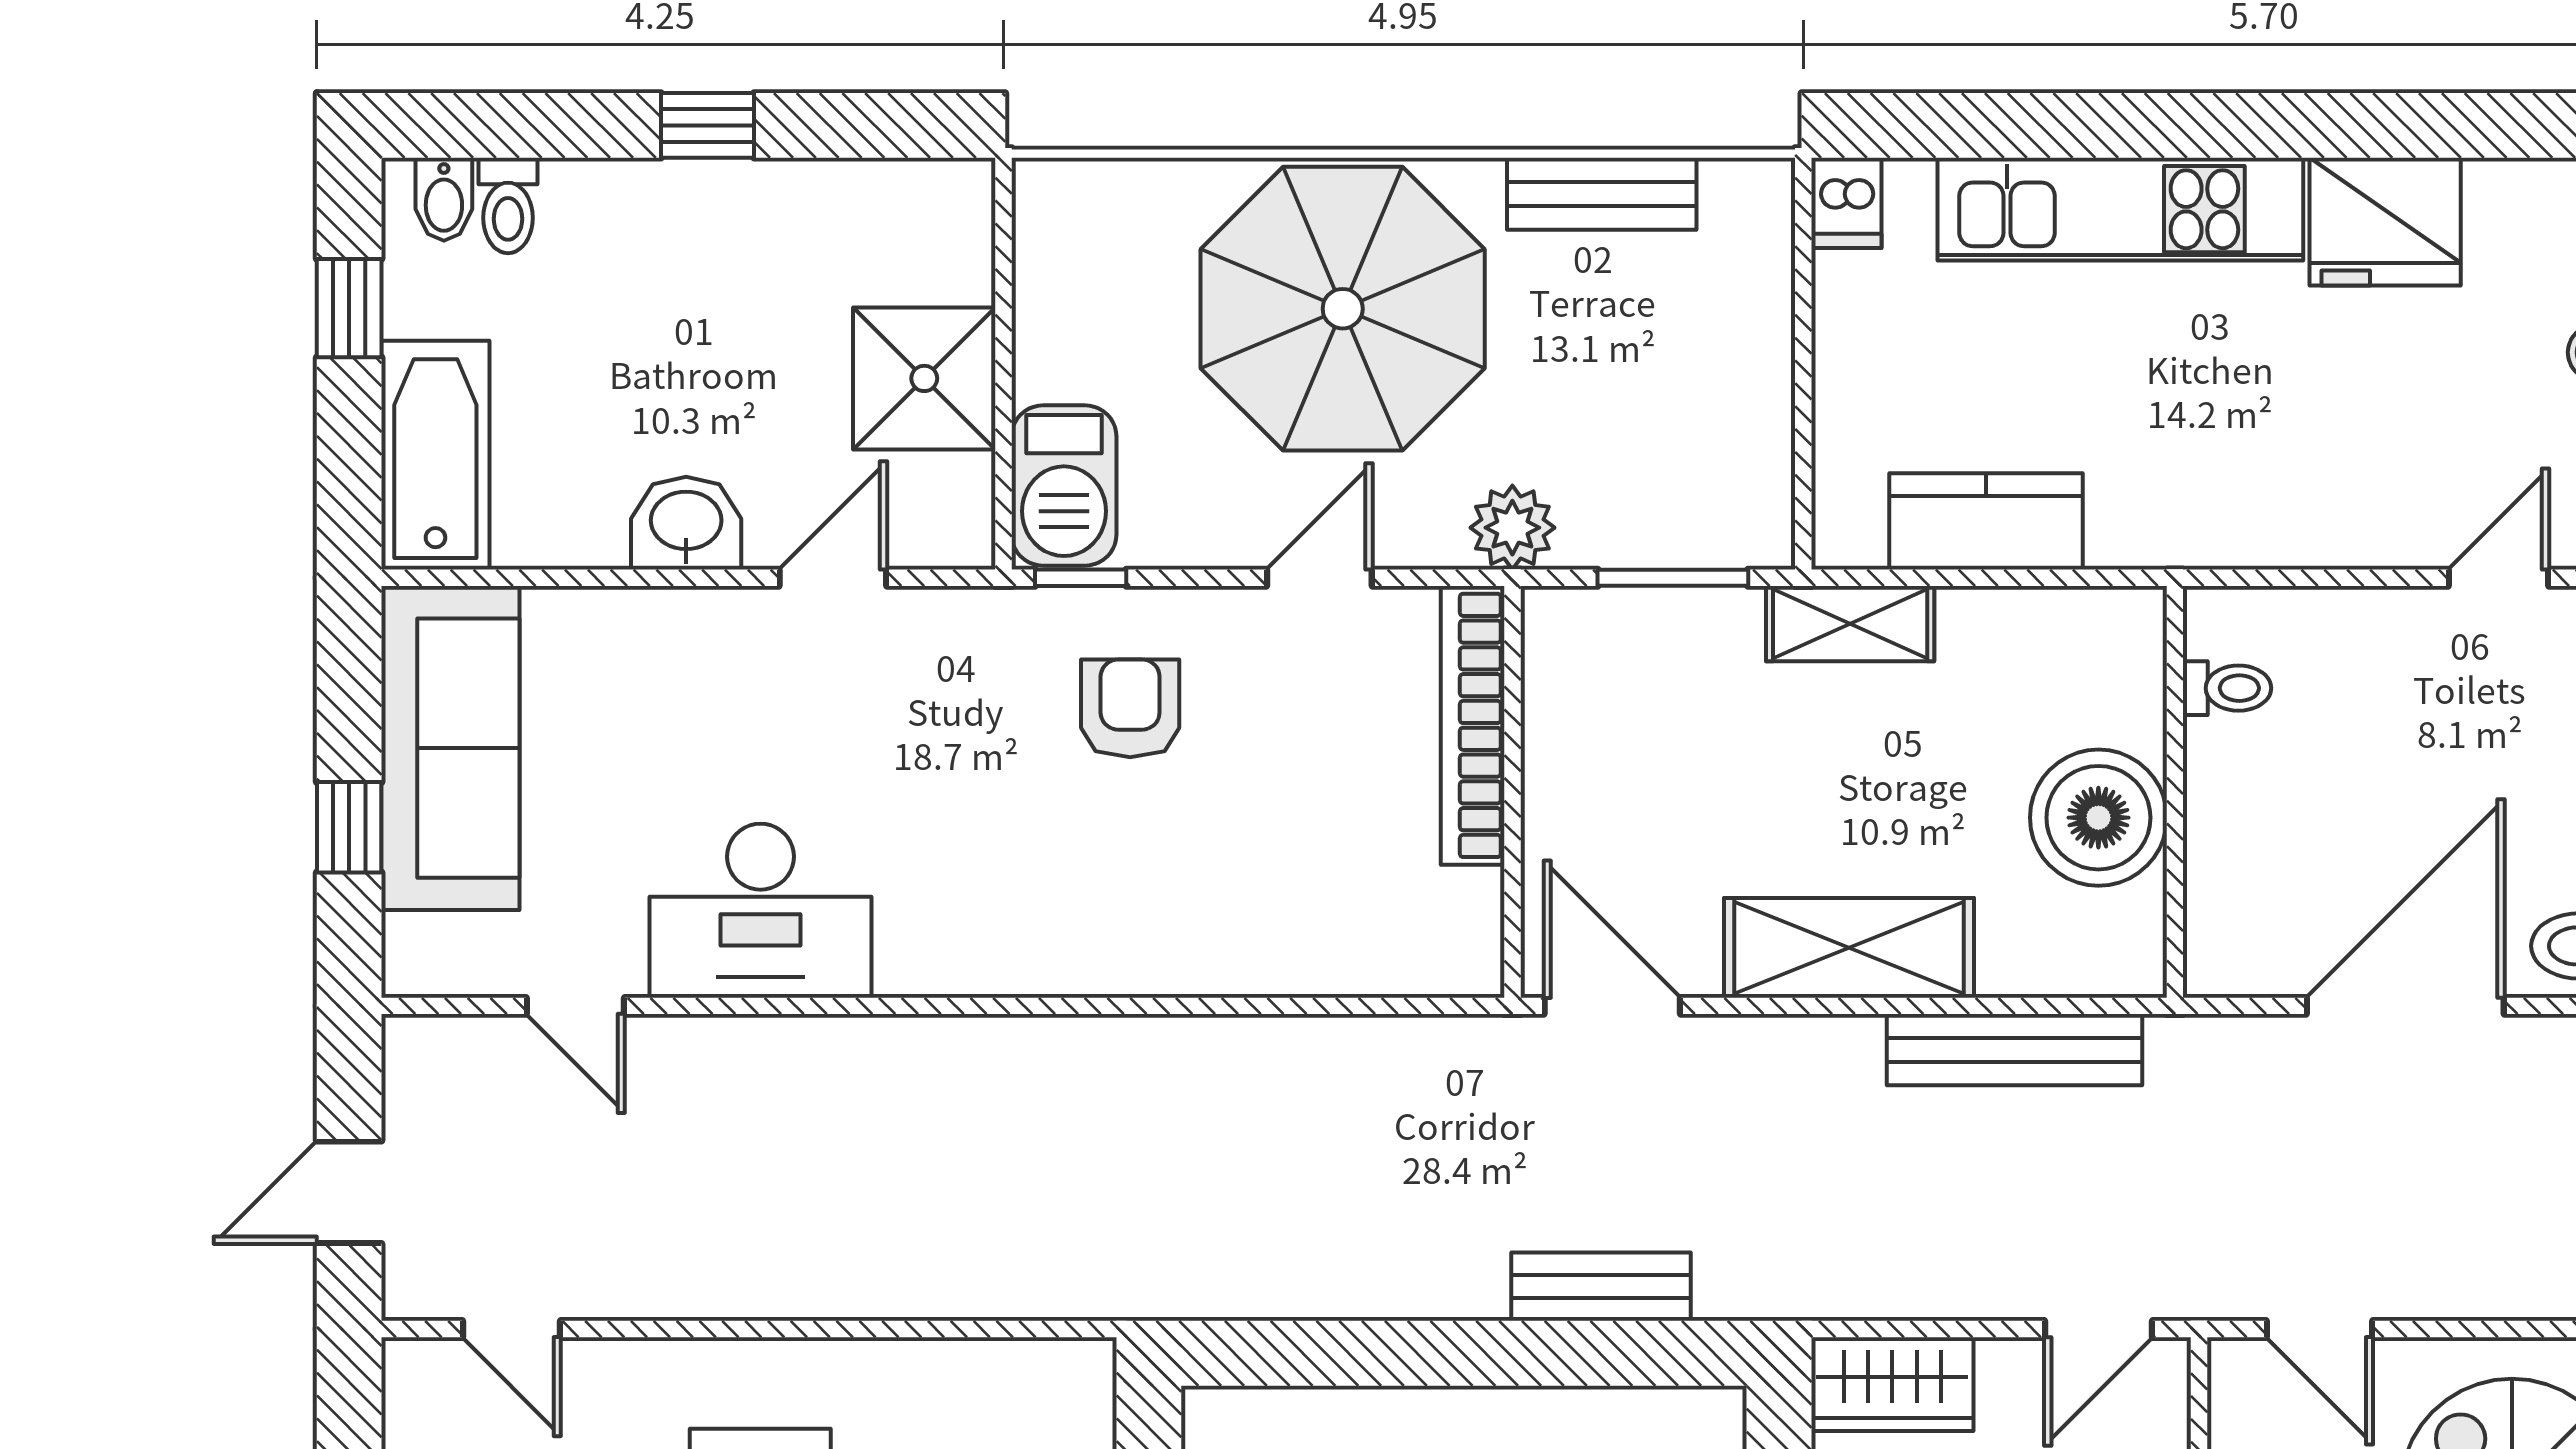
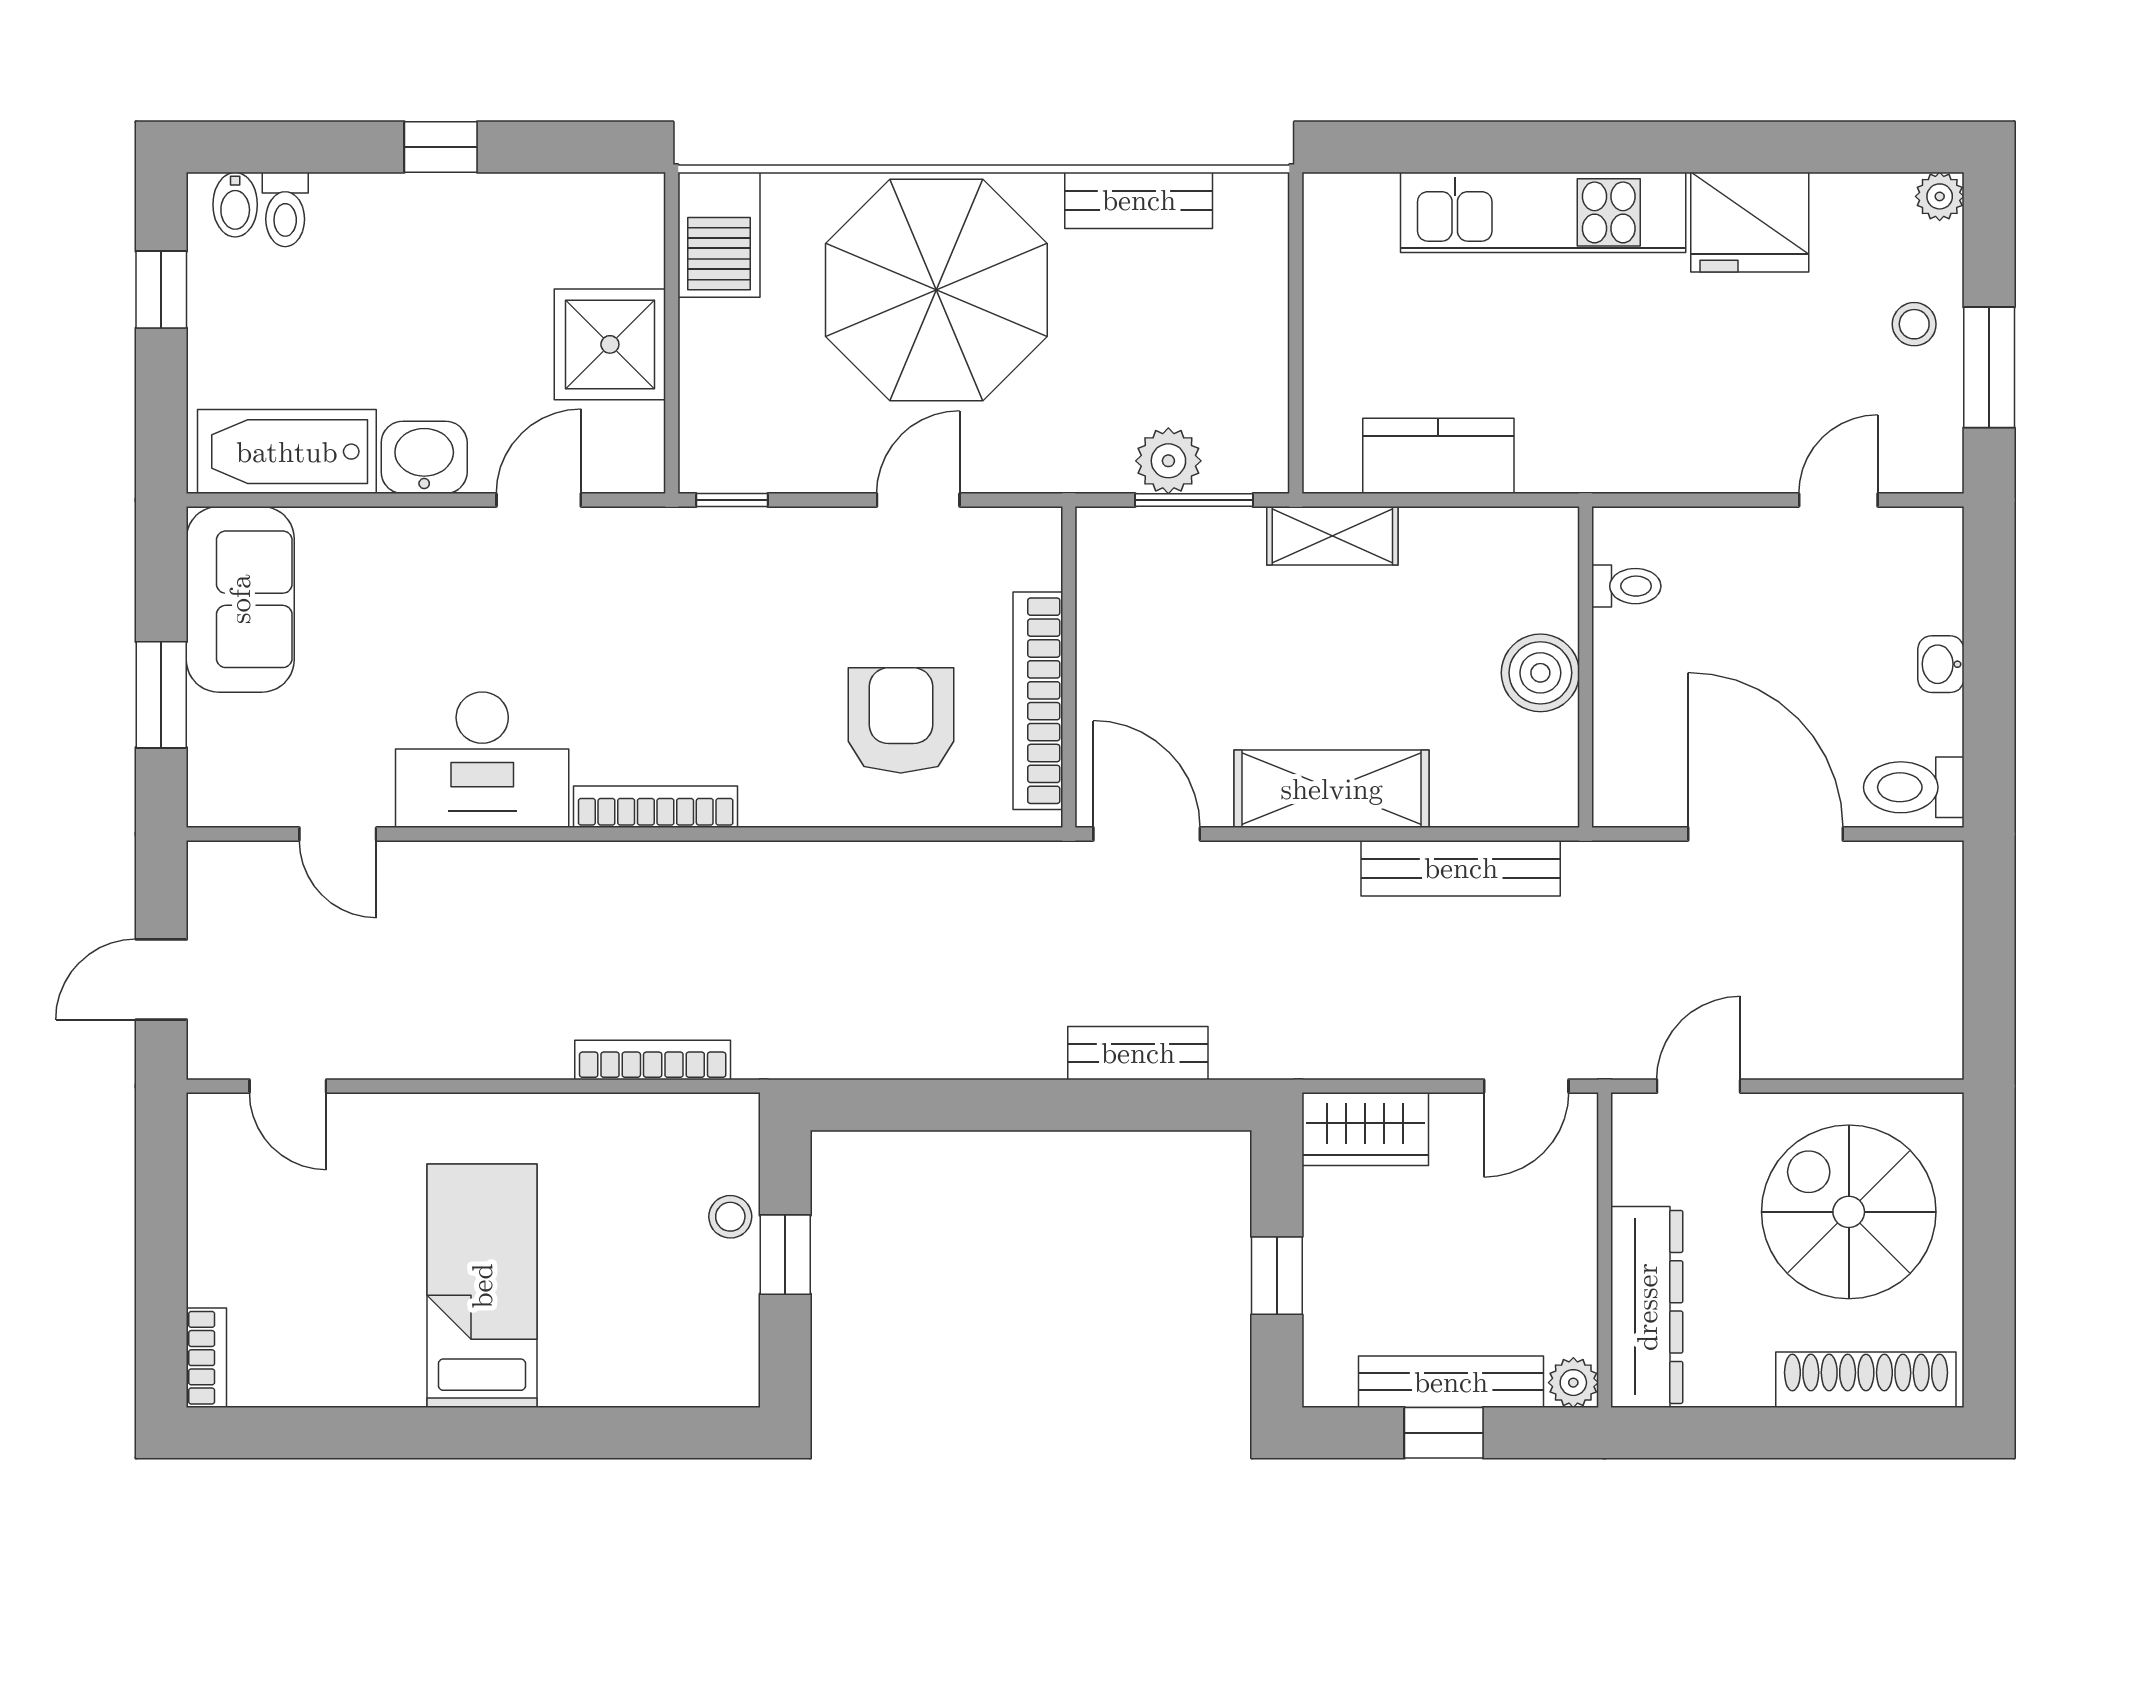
dishwasher: (1846, 203) -> (1329, 207), removed
bathtub: (435, 455) -> (287, 452), moved, turned -90
barbecue: (1064, 486) -> (719, 235), moved
plant: (1512, 528) -> (1168, 461), moved
armchair: (1130, 708) -> (901, 720), moved, width x1.38, depth x1.38
bookcase: (1473, 725) -> (1038, 701), moved
sofa: (450, 748) -> (240, 599), width x0.73
boiler: (2098, 818) -> (1540, 673), width x0.73, depth x0.73
window: (349, 827) -> (161, 695), width x1.50
bookcase: (983, 971) -> (656, 807), added
door: (2405, 1006) -> (1765, 834), hinge flipped
bookcase: (979, 1295) -> (653, 1060), added
door: (2319, 1329) -> (1699, 1086), swing flipped

